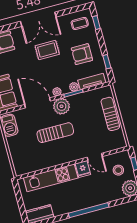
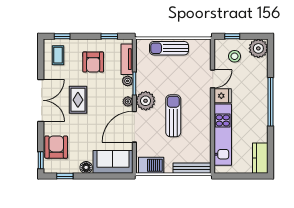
bench: (16, 160) -> (192, 168), added

